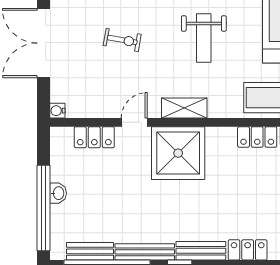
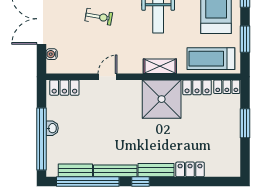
shelving: (184, 108) -> (160, 66), moved
water cooler: (57, 111) -> (52, 54), moved
locker: (94, 137) -> (64, 88), moved
shower: (178, 153) -> (162, 99), moved

